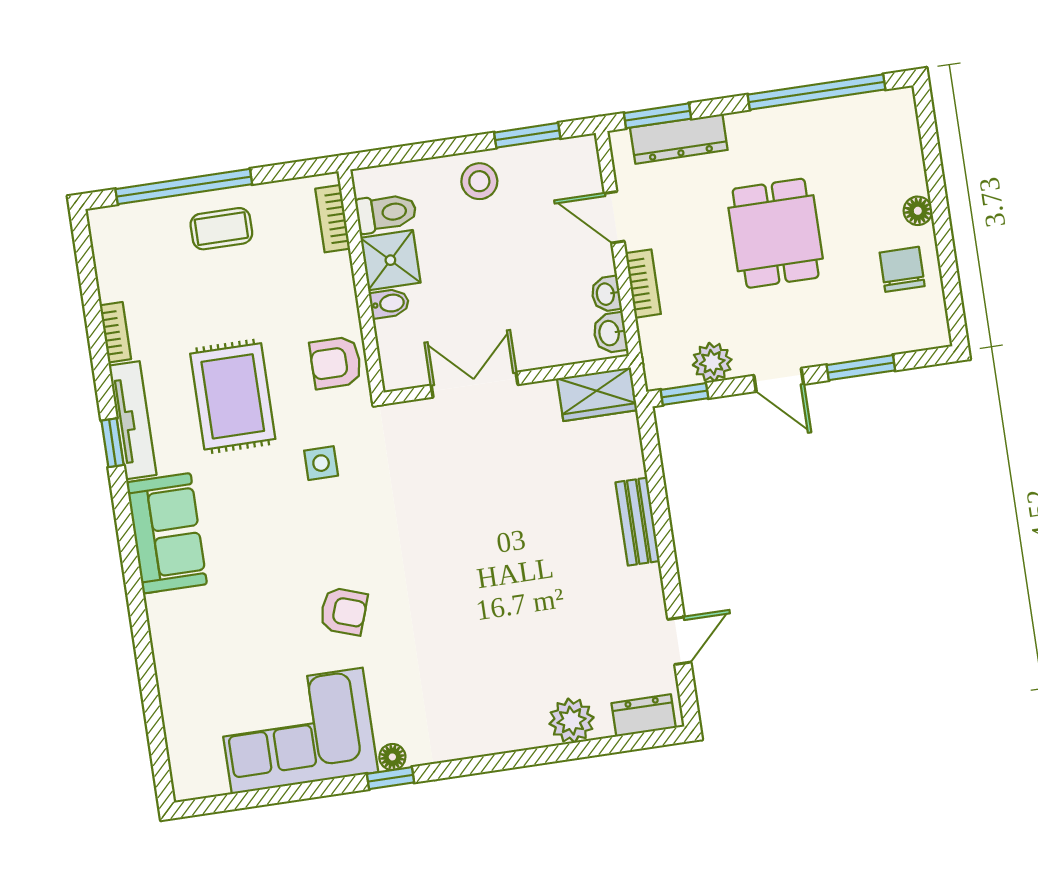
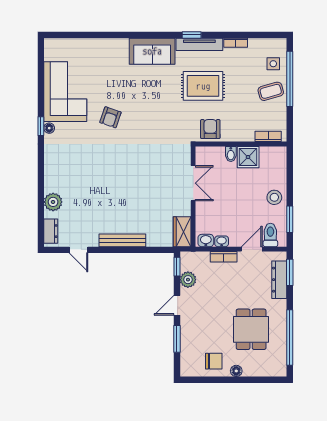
toilet: (386, 213) -> (270, 235), moved, turned 180
coffee table: (221, 229) -> (271, 91), turned 74
dining table: (776, 233) -> (251, 329), moved, turned 90
side table: (321, 463) -> (273, 64), moved
bench: (638, 522) -> (122, 240), width x1.36

